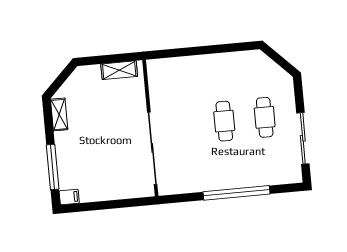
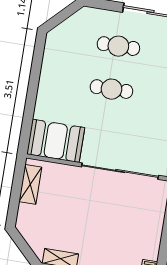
booth: (165, 83) -> (56, 141), added

